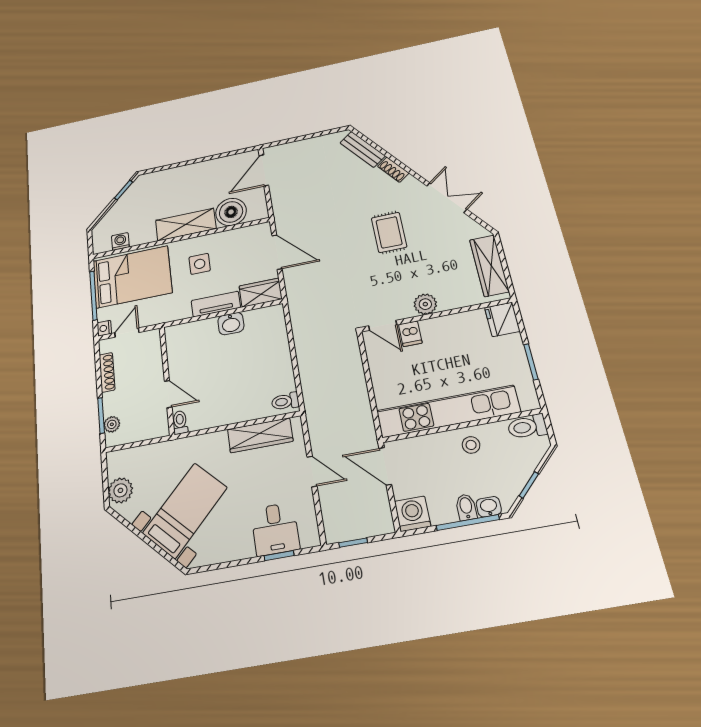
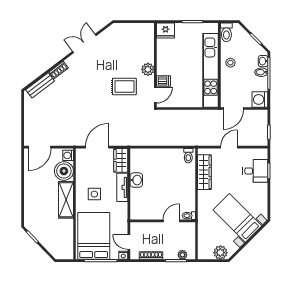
door: (264, 170) -> (40, 147), hinge flipped
rug: (389, 232) -> (124, 86), moved
washing machine: (120, 241) -> (68, 155), moved
wardrobe: (489, 266) -> (133, 30), removed

